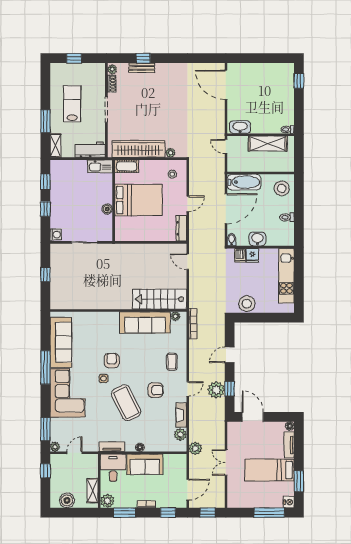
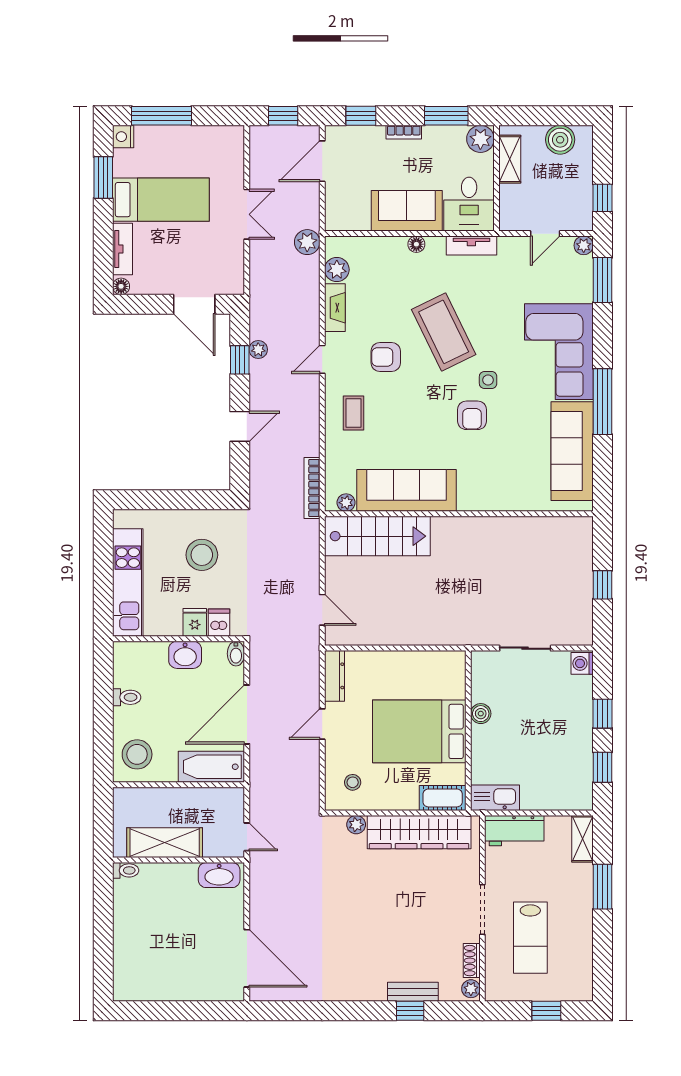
window: (299, 81) -> (103, 966), removed
lab bench: (72, 104) -> (530, 938), moved
stool: (247, 304) -> (202, 555), moved
plant: (216, 390) -> (258, 349), width x0.53, depth x0.53

